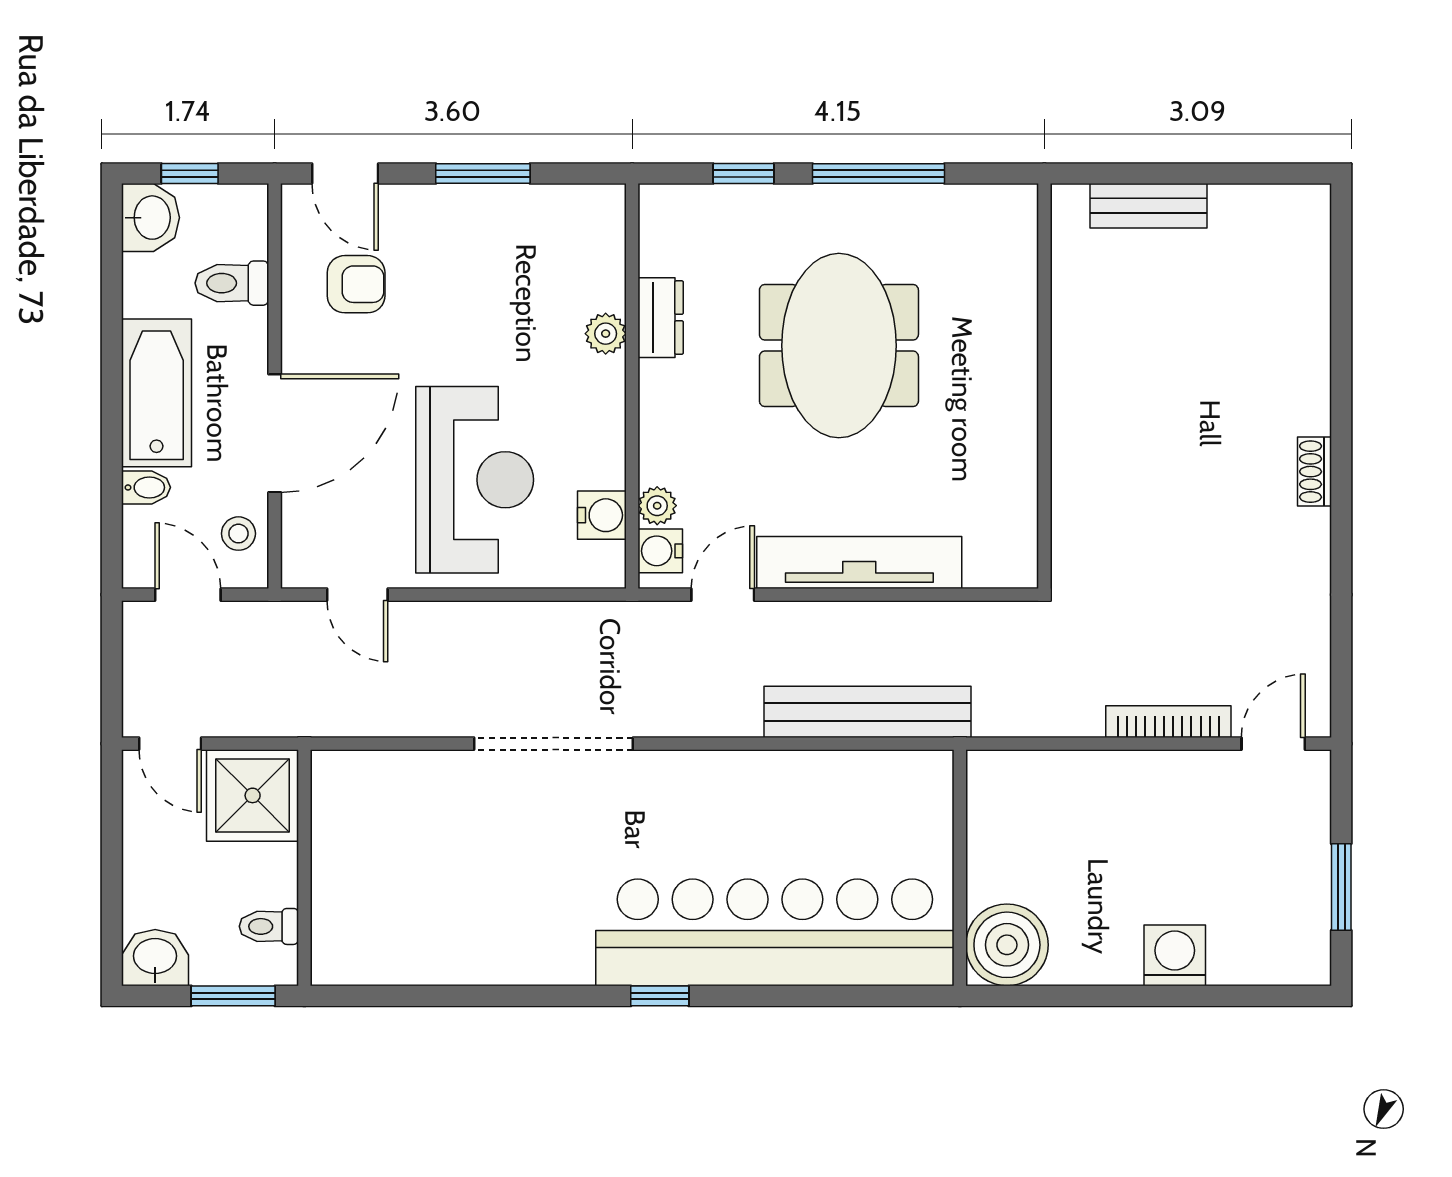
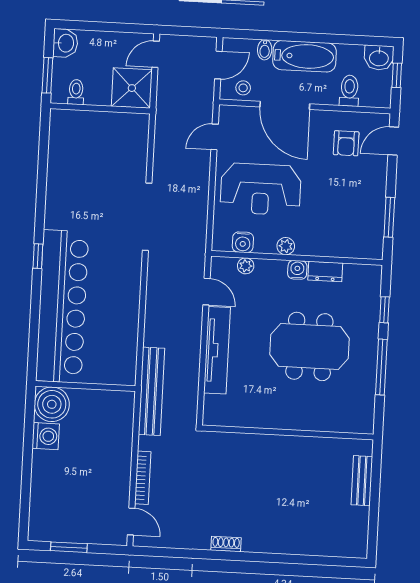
window: (483, 174) -> (389, 217), moved
plant: (606, 334) -> (286, 246), moved
shoe rack: (1315, 472) -> (226, 544), moved
water cooler: (660, 551) -> (297, 270), moved
bench: (868, 712) -> (151, 391), moved
washing machine: (1175, 955) -> (46, 436), moved

